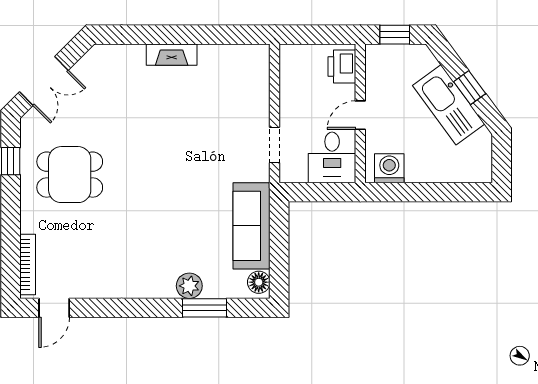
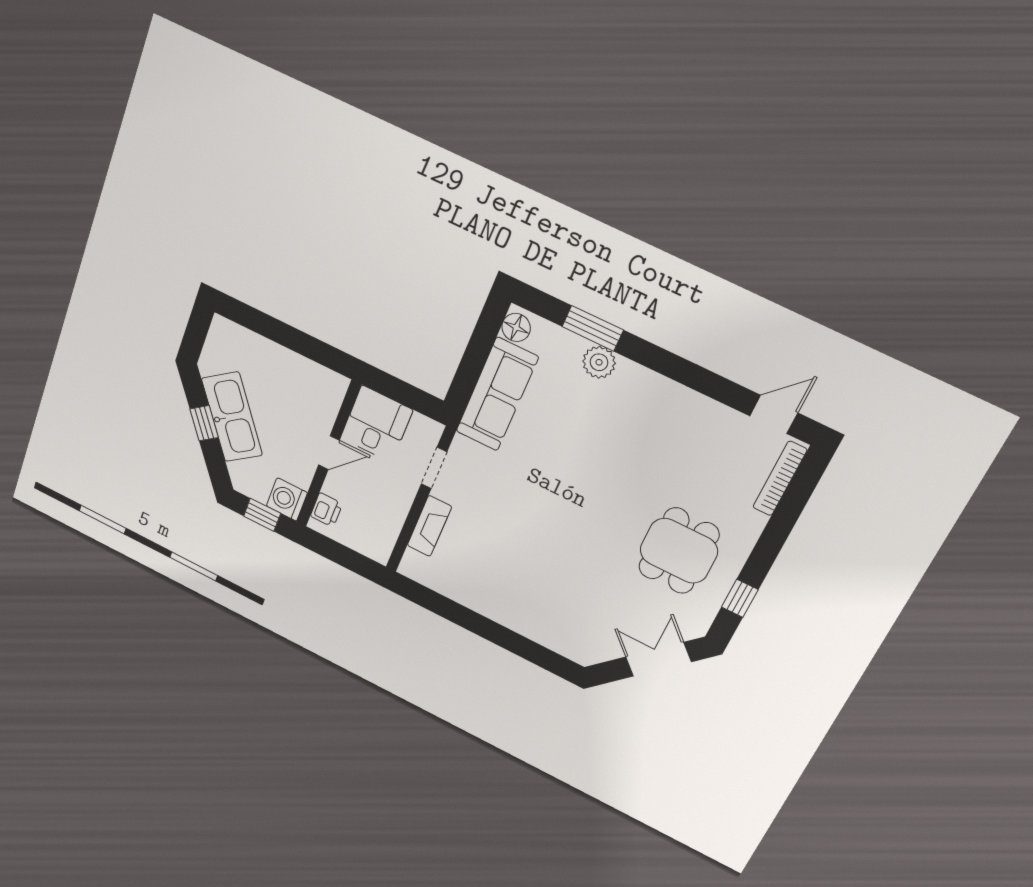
fireplace: (172, 55) -> (429, 526), moved, turned 90
printer: (342, 67) -> (326, 510), width x0.73, depth x0.81
washing machine: (389, 168) -> (287, 499), moved, turned 90
dining table: (70, 175) -> (679, 551), turned 90

